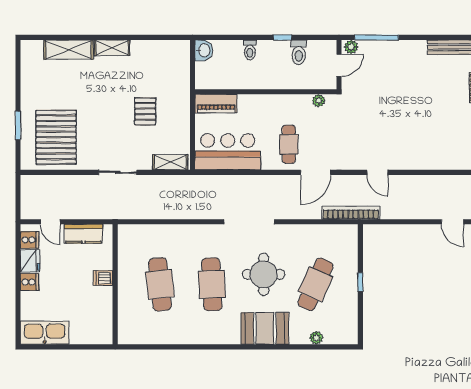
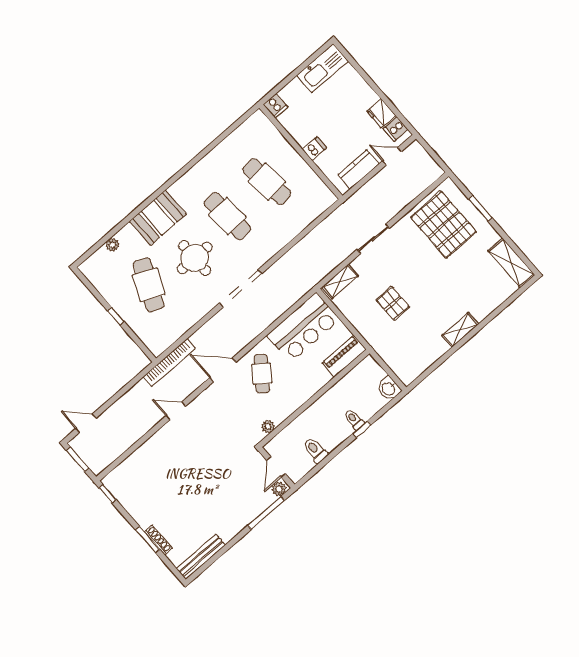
window: (283, 37) -> (362, 429), moved
shelving: (69, 50) -> (511, 263), moved, turned 90
cafe table: (289, 144) -> (262, 374), turned 37
door: (315, 172) -> (223, 370), hinge flipped
cooker: (30, 282) -> (276, 106), moved, turned -90

